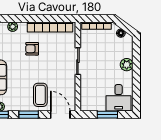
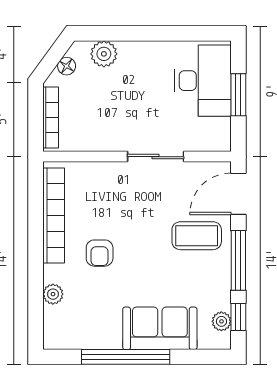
sliding door: (78, 61) -> (156, 157), moved
plant: (127, 65) -> (104, 54), moved
desk: (119, 98) -> (203, 81), width x1.37
window: (29, 115) -> (238, 260), width x1.44

